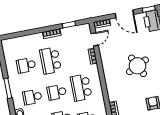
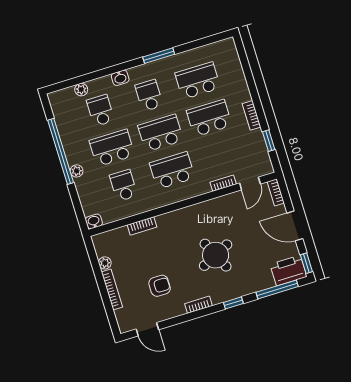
door: (124, 14) -> (295, 226), hinge flipped
door: (95, 39) -> (250, 183), hinge flipped
school desk: (26, 65) -> (198, 81), width x1.85
school desk: (57, 92) -> (161, 133), width x1.85

